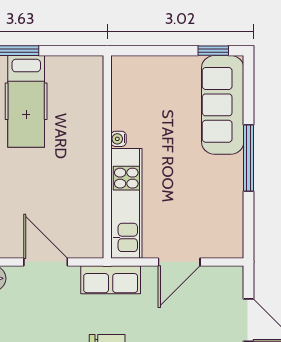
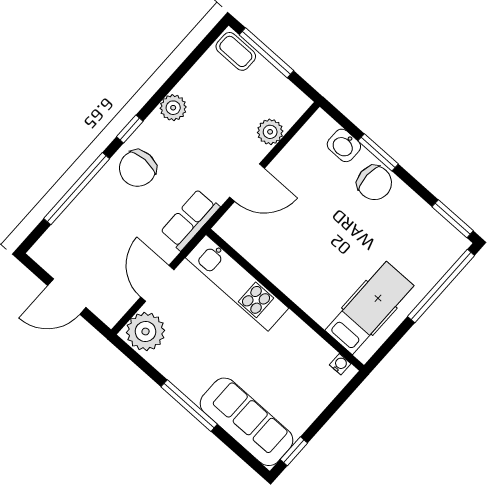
hospital bed: (26, 101) -> (369, 308), moved, turned 90
water cooler: (118, 139) -> (340, 364), moved
plant: (222, 239) -> (146, 331), added

